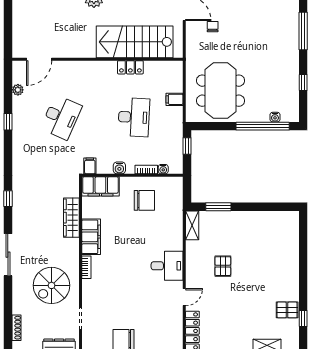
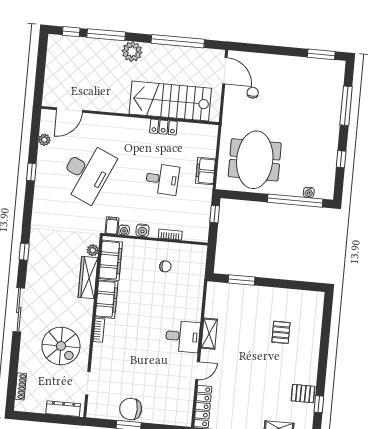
filing cabinet: (174, 99) -> (206, 171), width x2.00
desk: (61, 117) -> (87, 172), width x1.36, depth x1.30
desk: (134, 117) -> (162, 179), width x0.73
water cooler: (163, 169) -> (124, 230), moved
filing cabinet: (100, 186) -> (111, 260), moved, turned -90
plant: (73, 191) -> (93, 250), added
chair: (144, 200) -> (165, 266), width x0.54, depth x0.54
shelving: (192, 225) -> (209, 334), moved
pallet: (223, 266) -> (281, 332), moved
spiral stairs: (52, 285) -> (61, 346), turned -90

